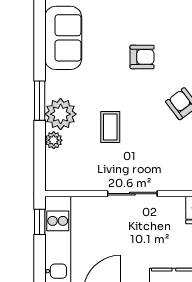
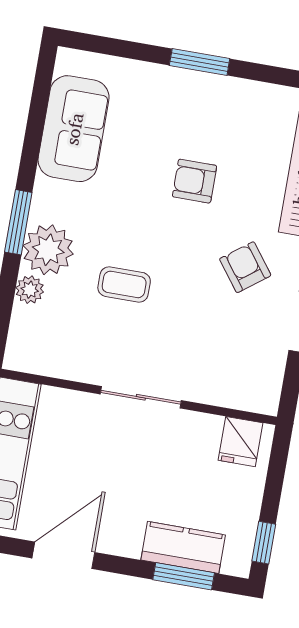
armchair: (142, 57) -> (195, 181), turned 180
coffee table: (110, 127) -> (124, 284), turned 90

